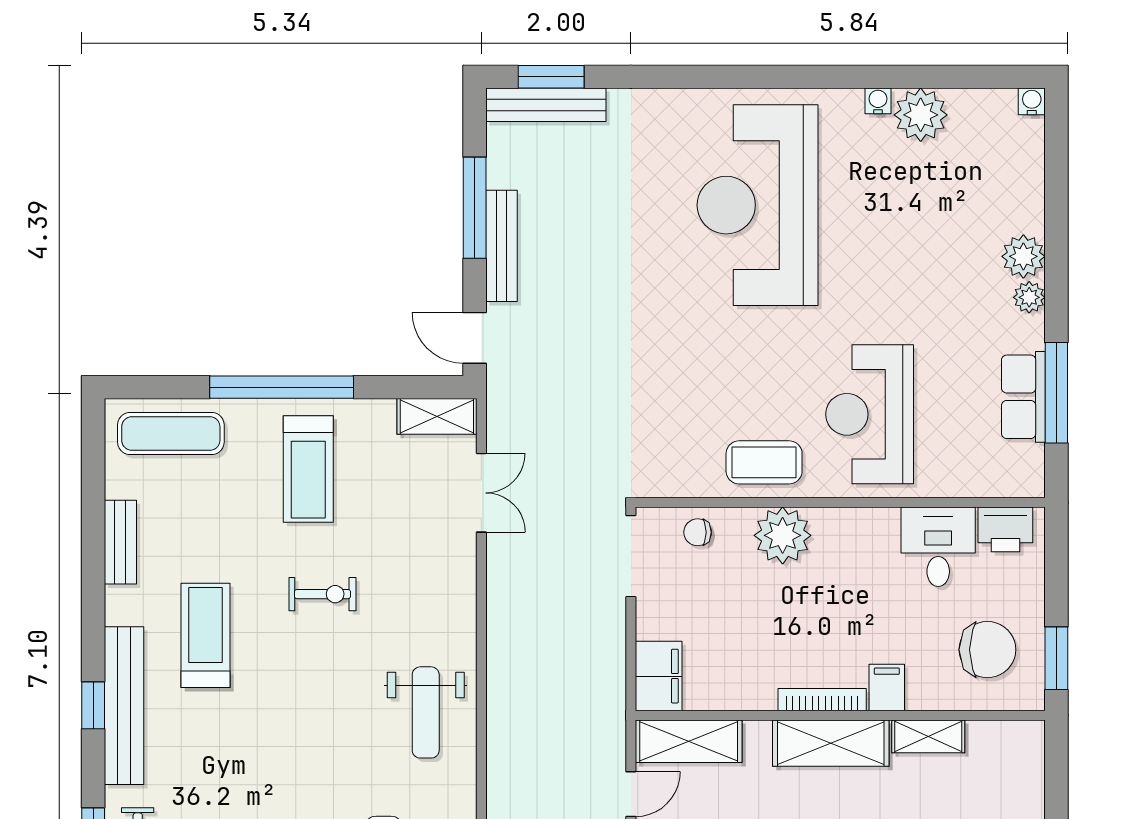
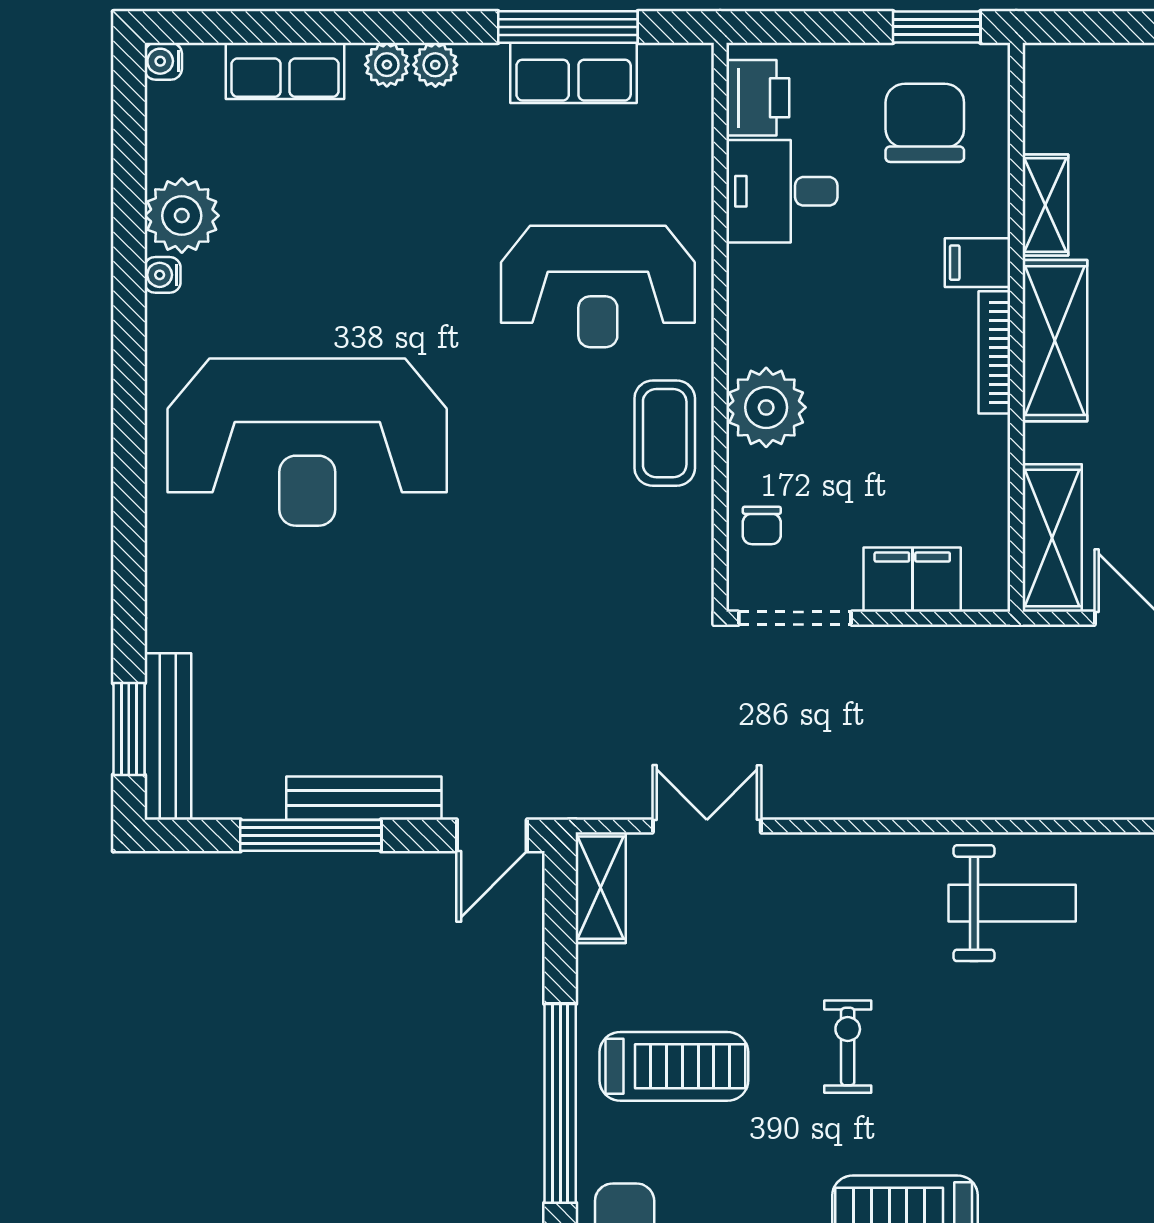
row of seats: (1025, 189) -> (285, 71), added
plant: (1023, 256) -> (387, 65), width x0.73, depth x0.73
filing cabinet: (659, 676) -> (912, 580), moved

